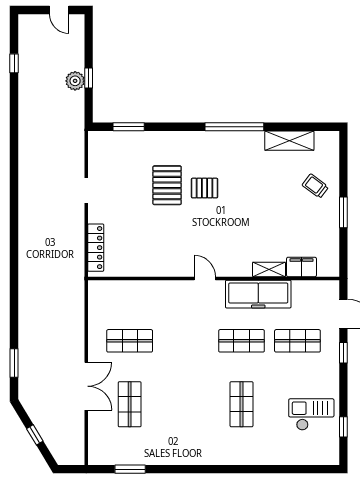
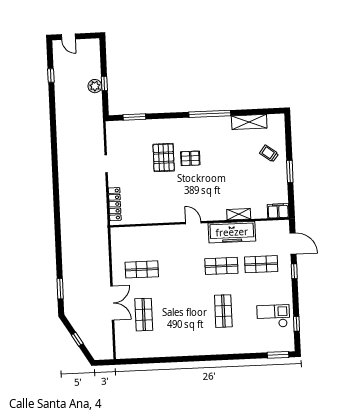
door: (59, 10) -> (68, 37), moved
filing cabinet: (301, 267) -> (278, 211), moved
window: (130, 469) -> (278, 355), moved

